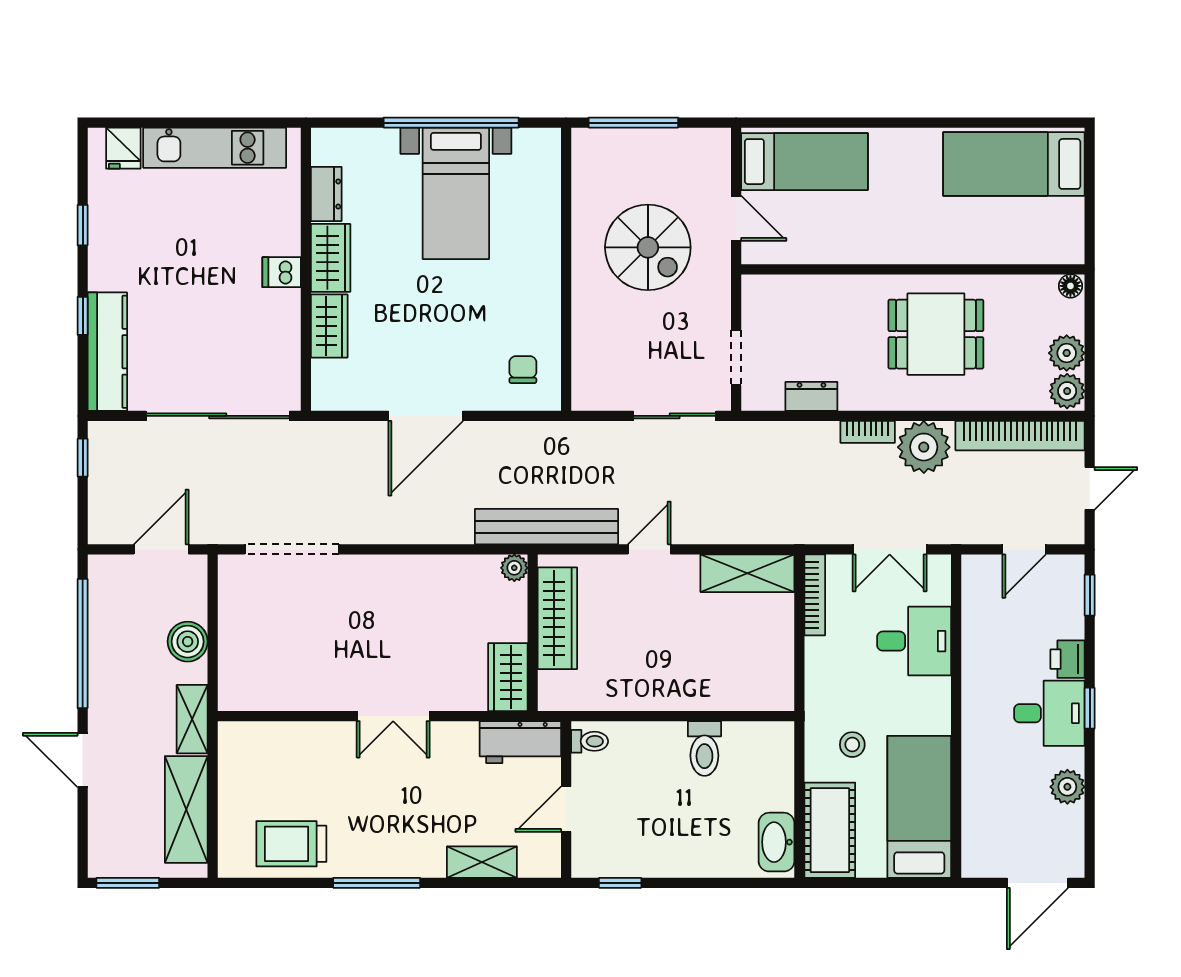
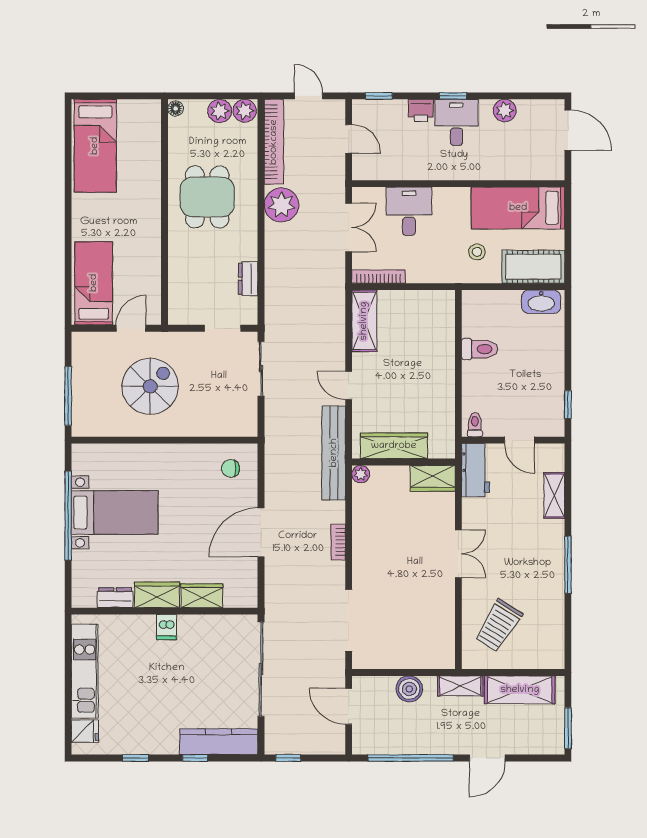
door: (426, 416) -> (261, 532), swing flipped
bookcase: (868, 432) -> (338, 542), moved, turned 180
trolley: (291, 844) -> (498, 625), moved, turned 32

